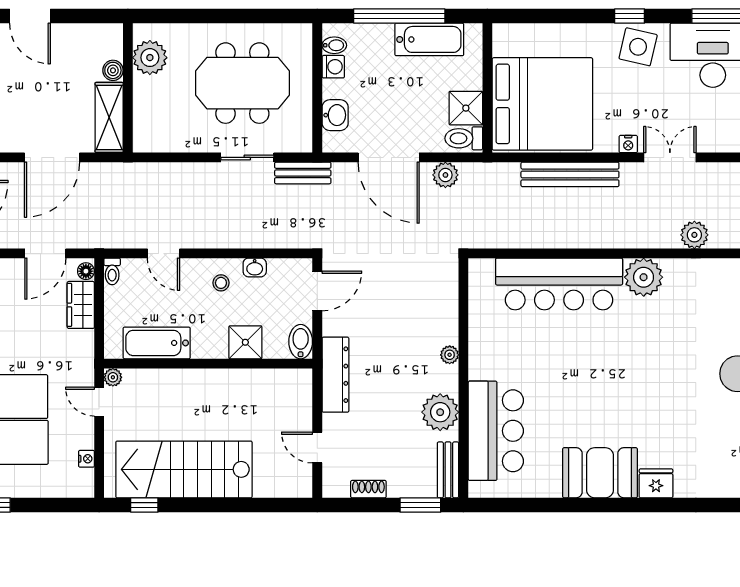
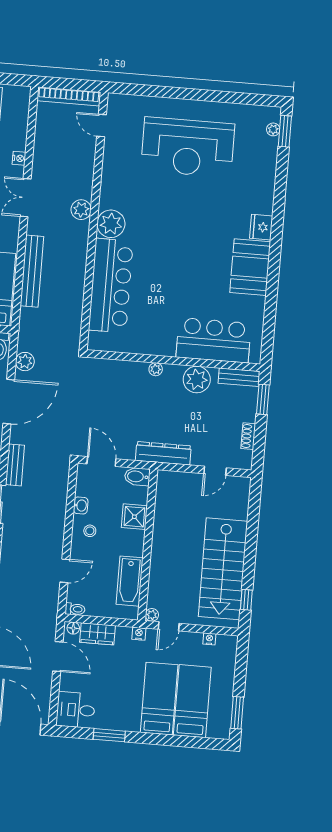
nightstand: (628, 144) -> (19, 158), moved
plant: (694, 235) -> (81, 210), moved
nightstand: (86, 362) -> (139, 634), added

